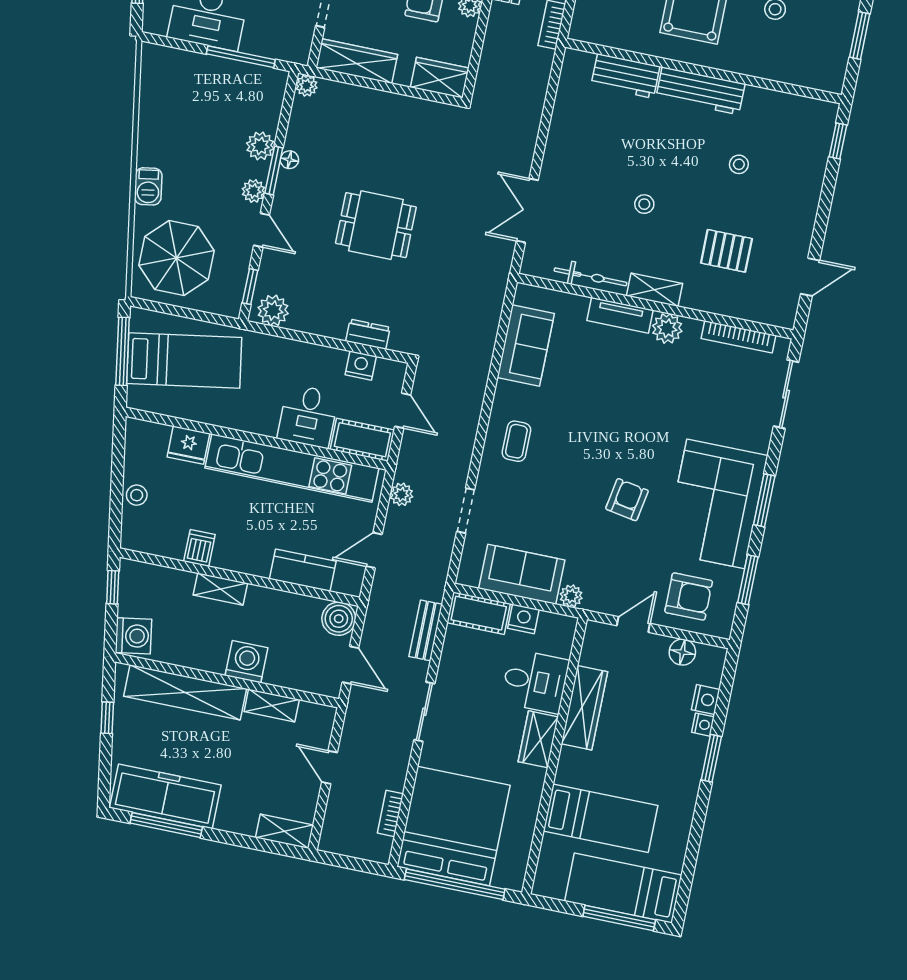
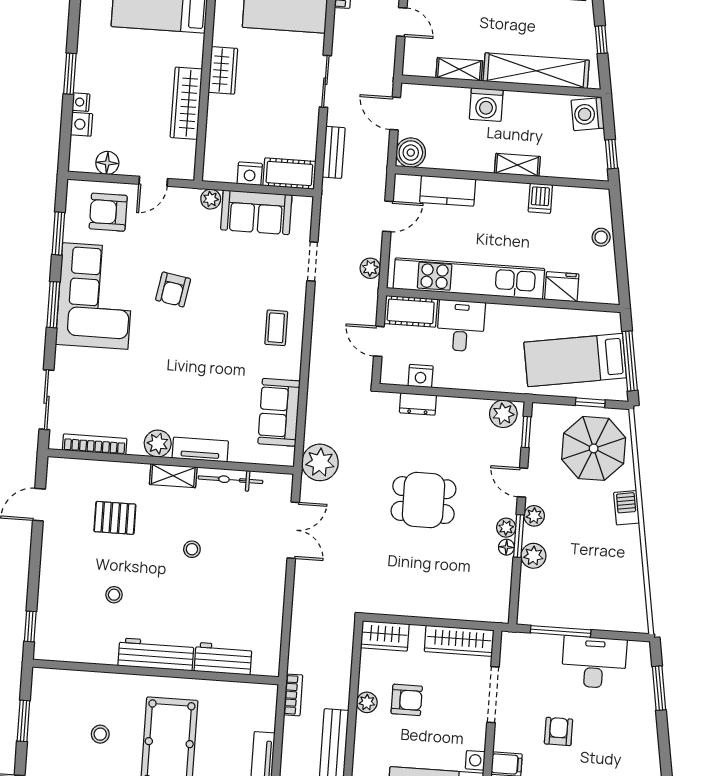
plant: (307, 86) -> (506, 528), moved
plant: (487, 283) -> (320, 462), added
window: (173, 310) -> (590, 403), added
desk: (535, 681) -> (232, 121), removed

